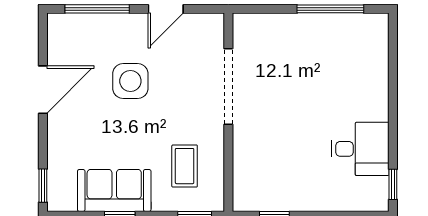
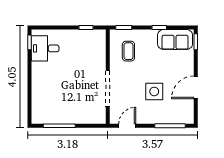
door: (166, 9) -> (127, 126), moved
desk: (360, 149) -> (45, 48), moved
sofa: (114, 190) -> (175, 39), moved

